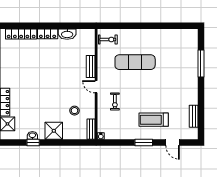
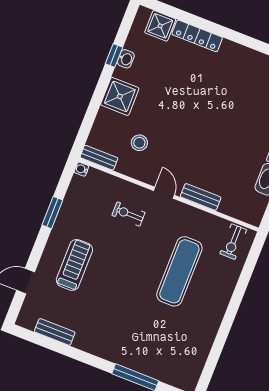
door: (96, 87) -> (164, 193), hinge flipped
window: (144, 142) -> (52, 213), moved

